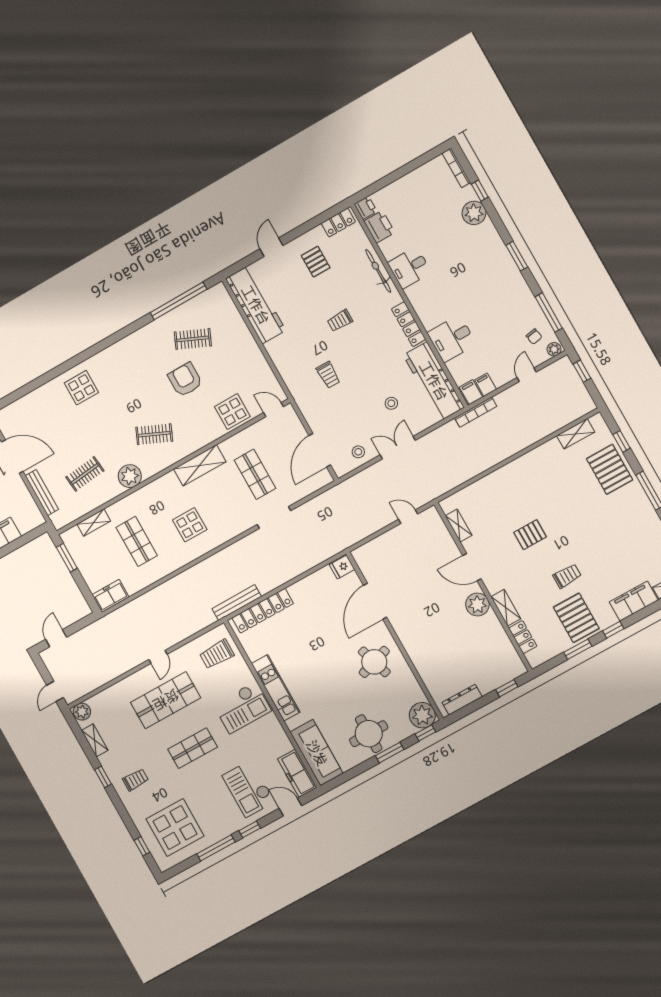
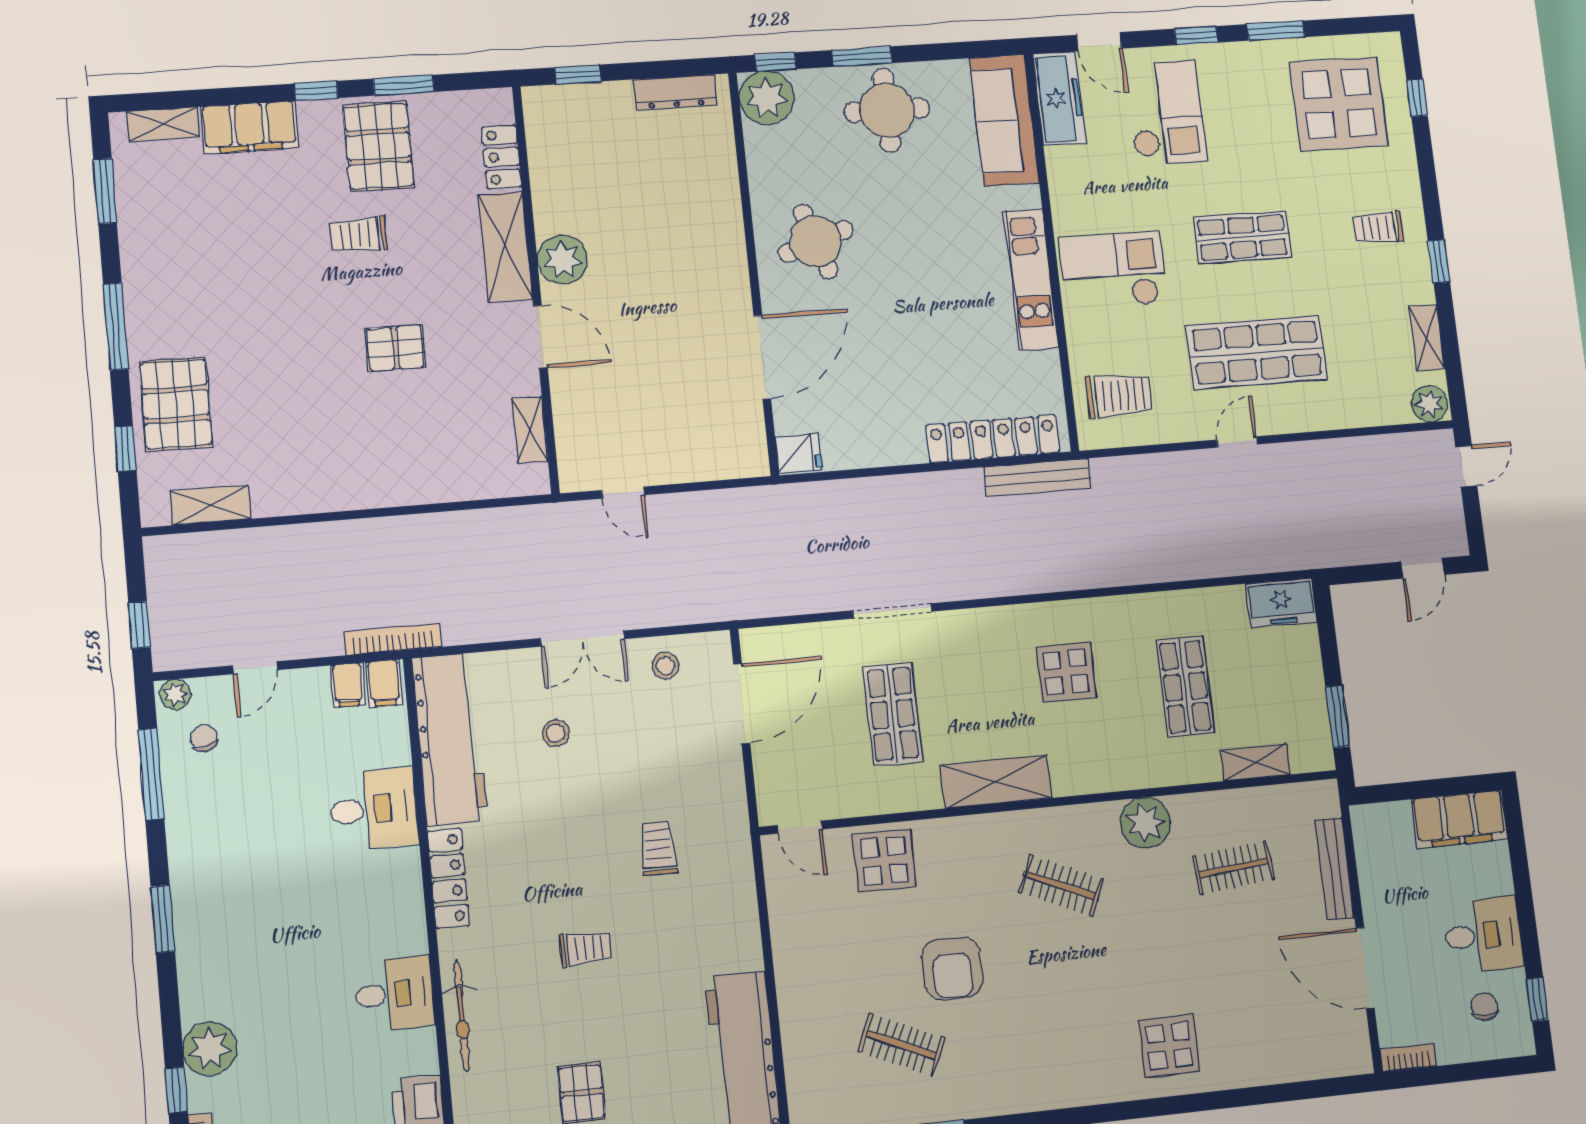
shelving: (506, 608) -> (505, 247), width x1.50, depth x1.33
window: (216, 848) -> (1276, 31), width x0.69

